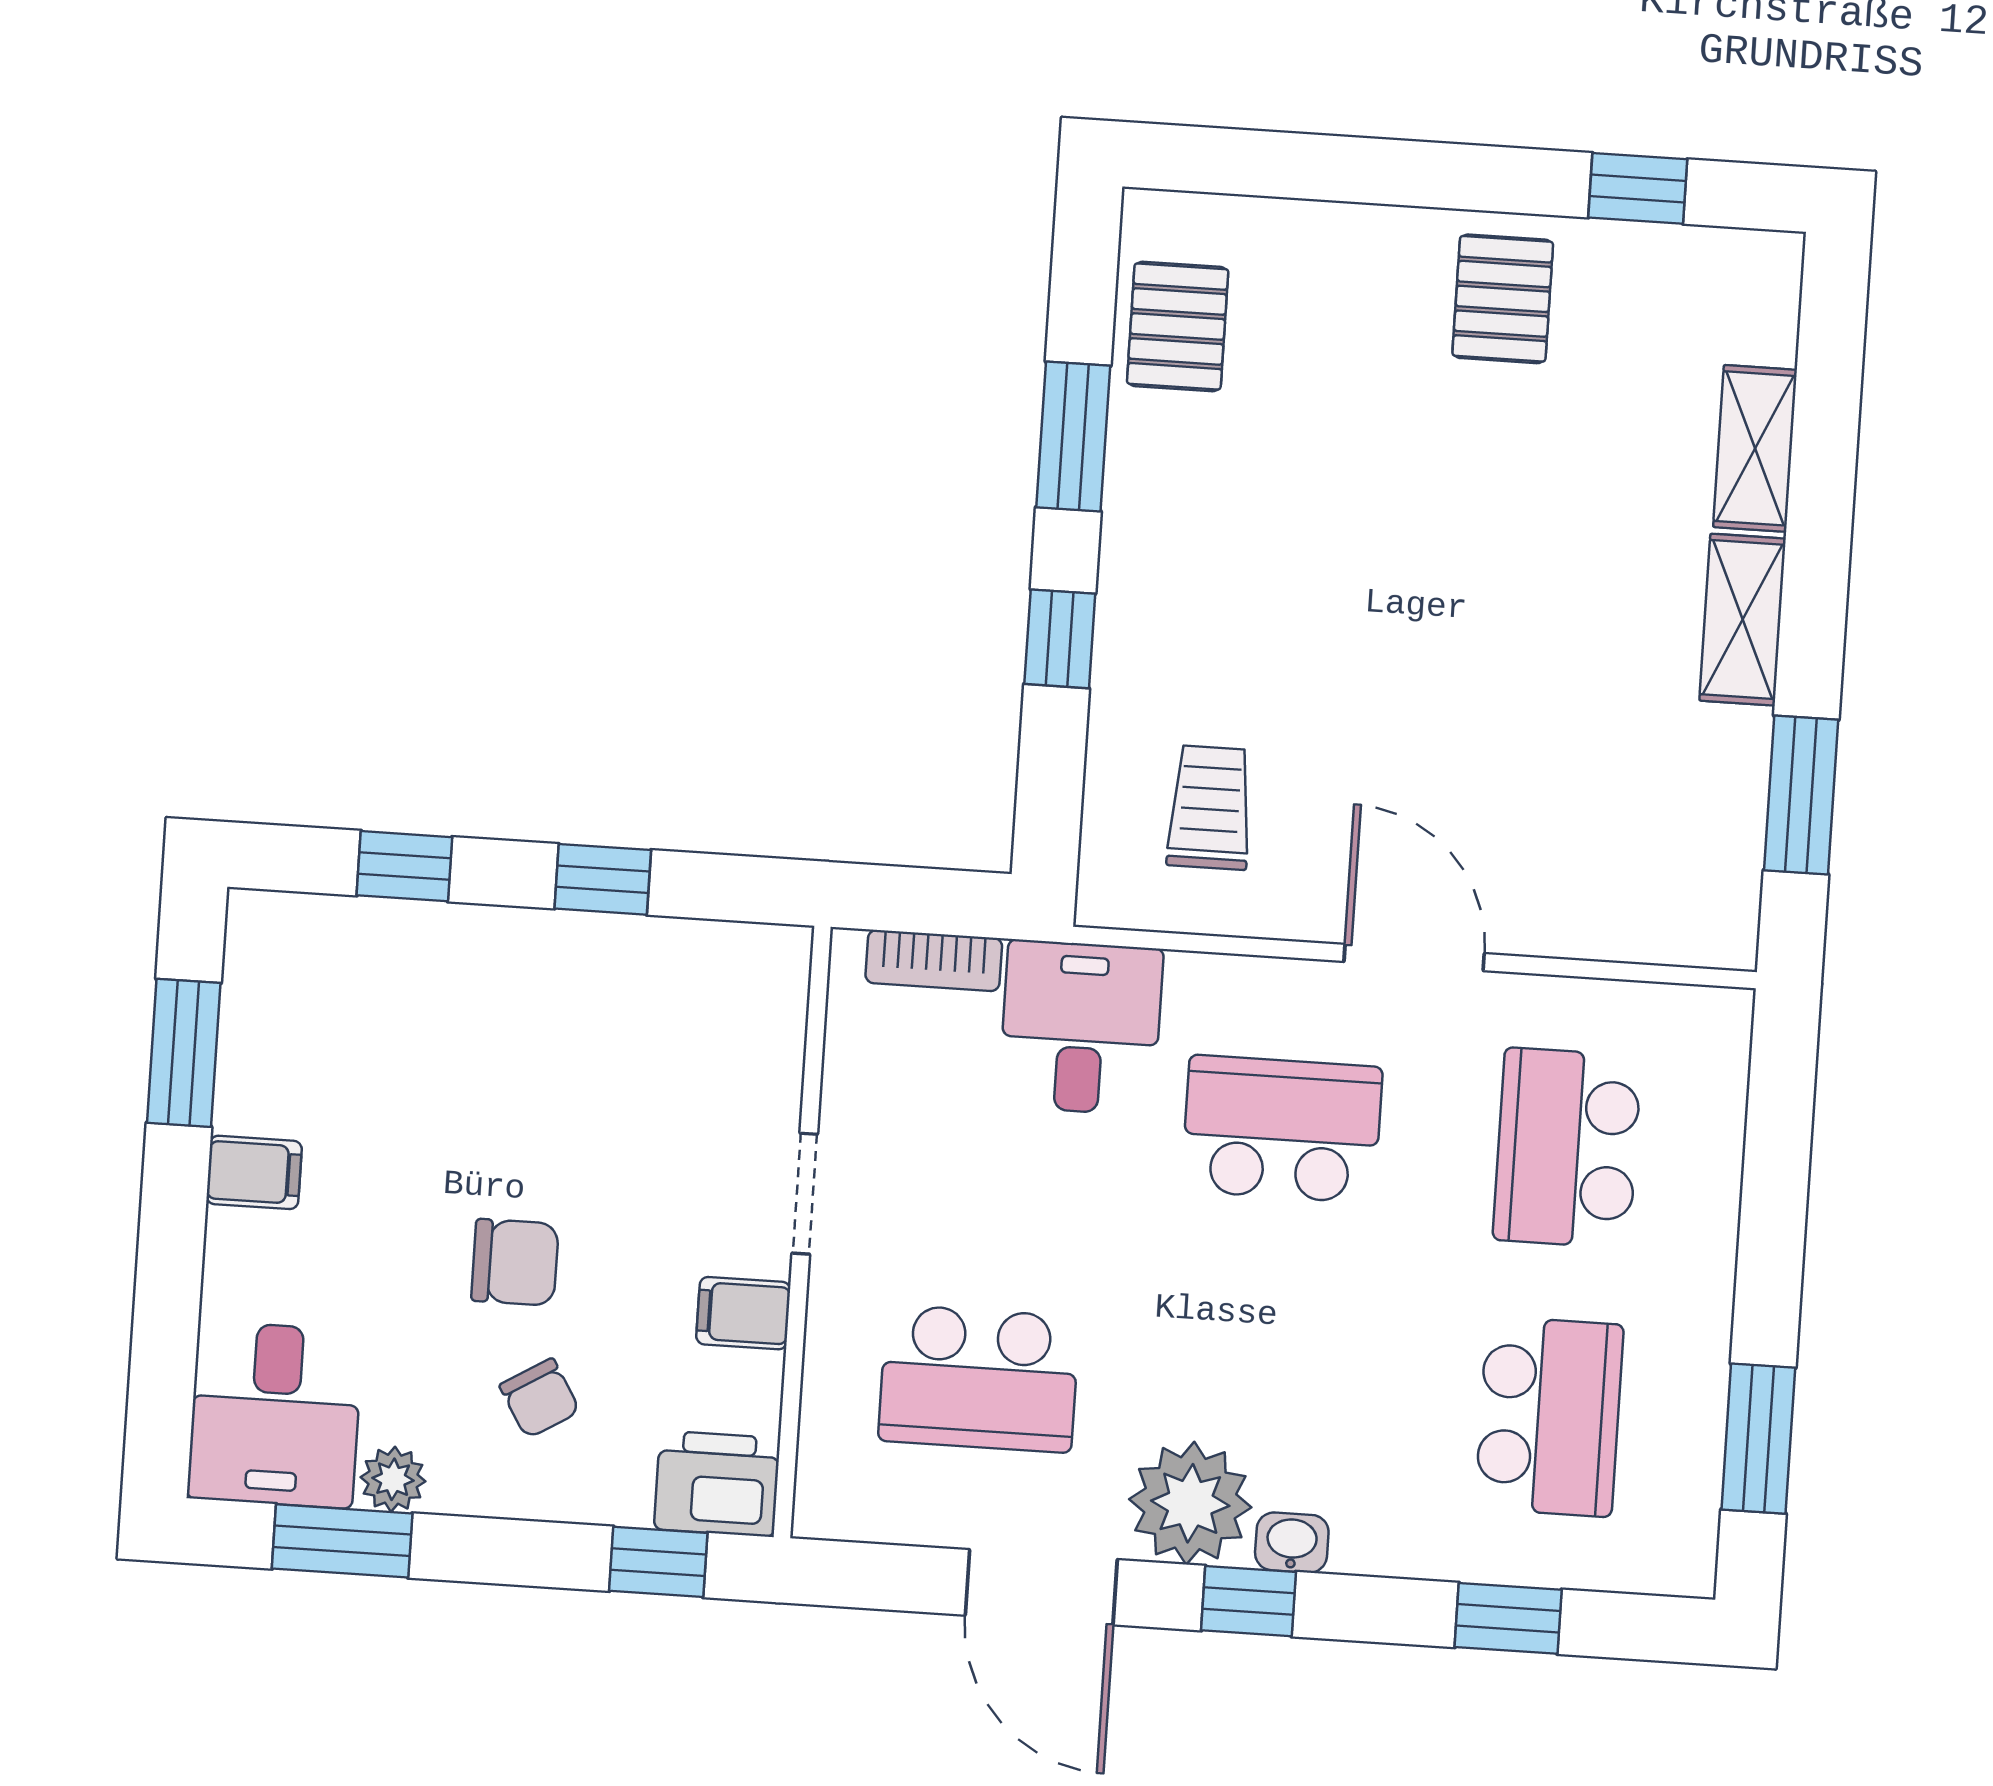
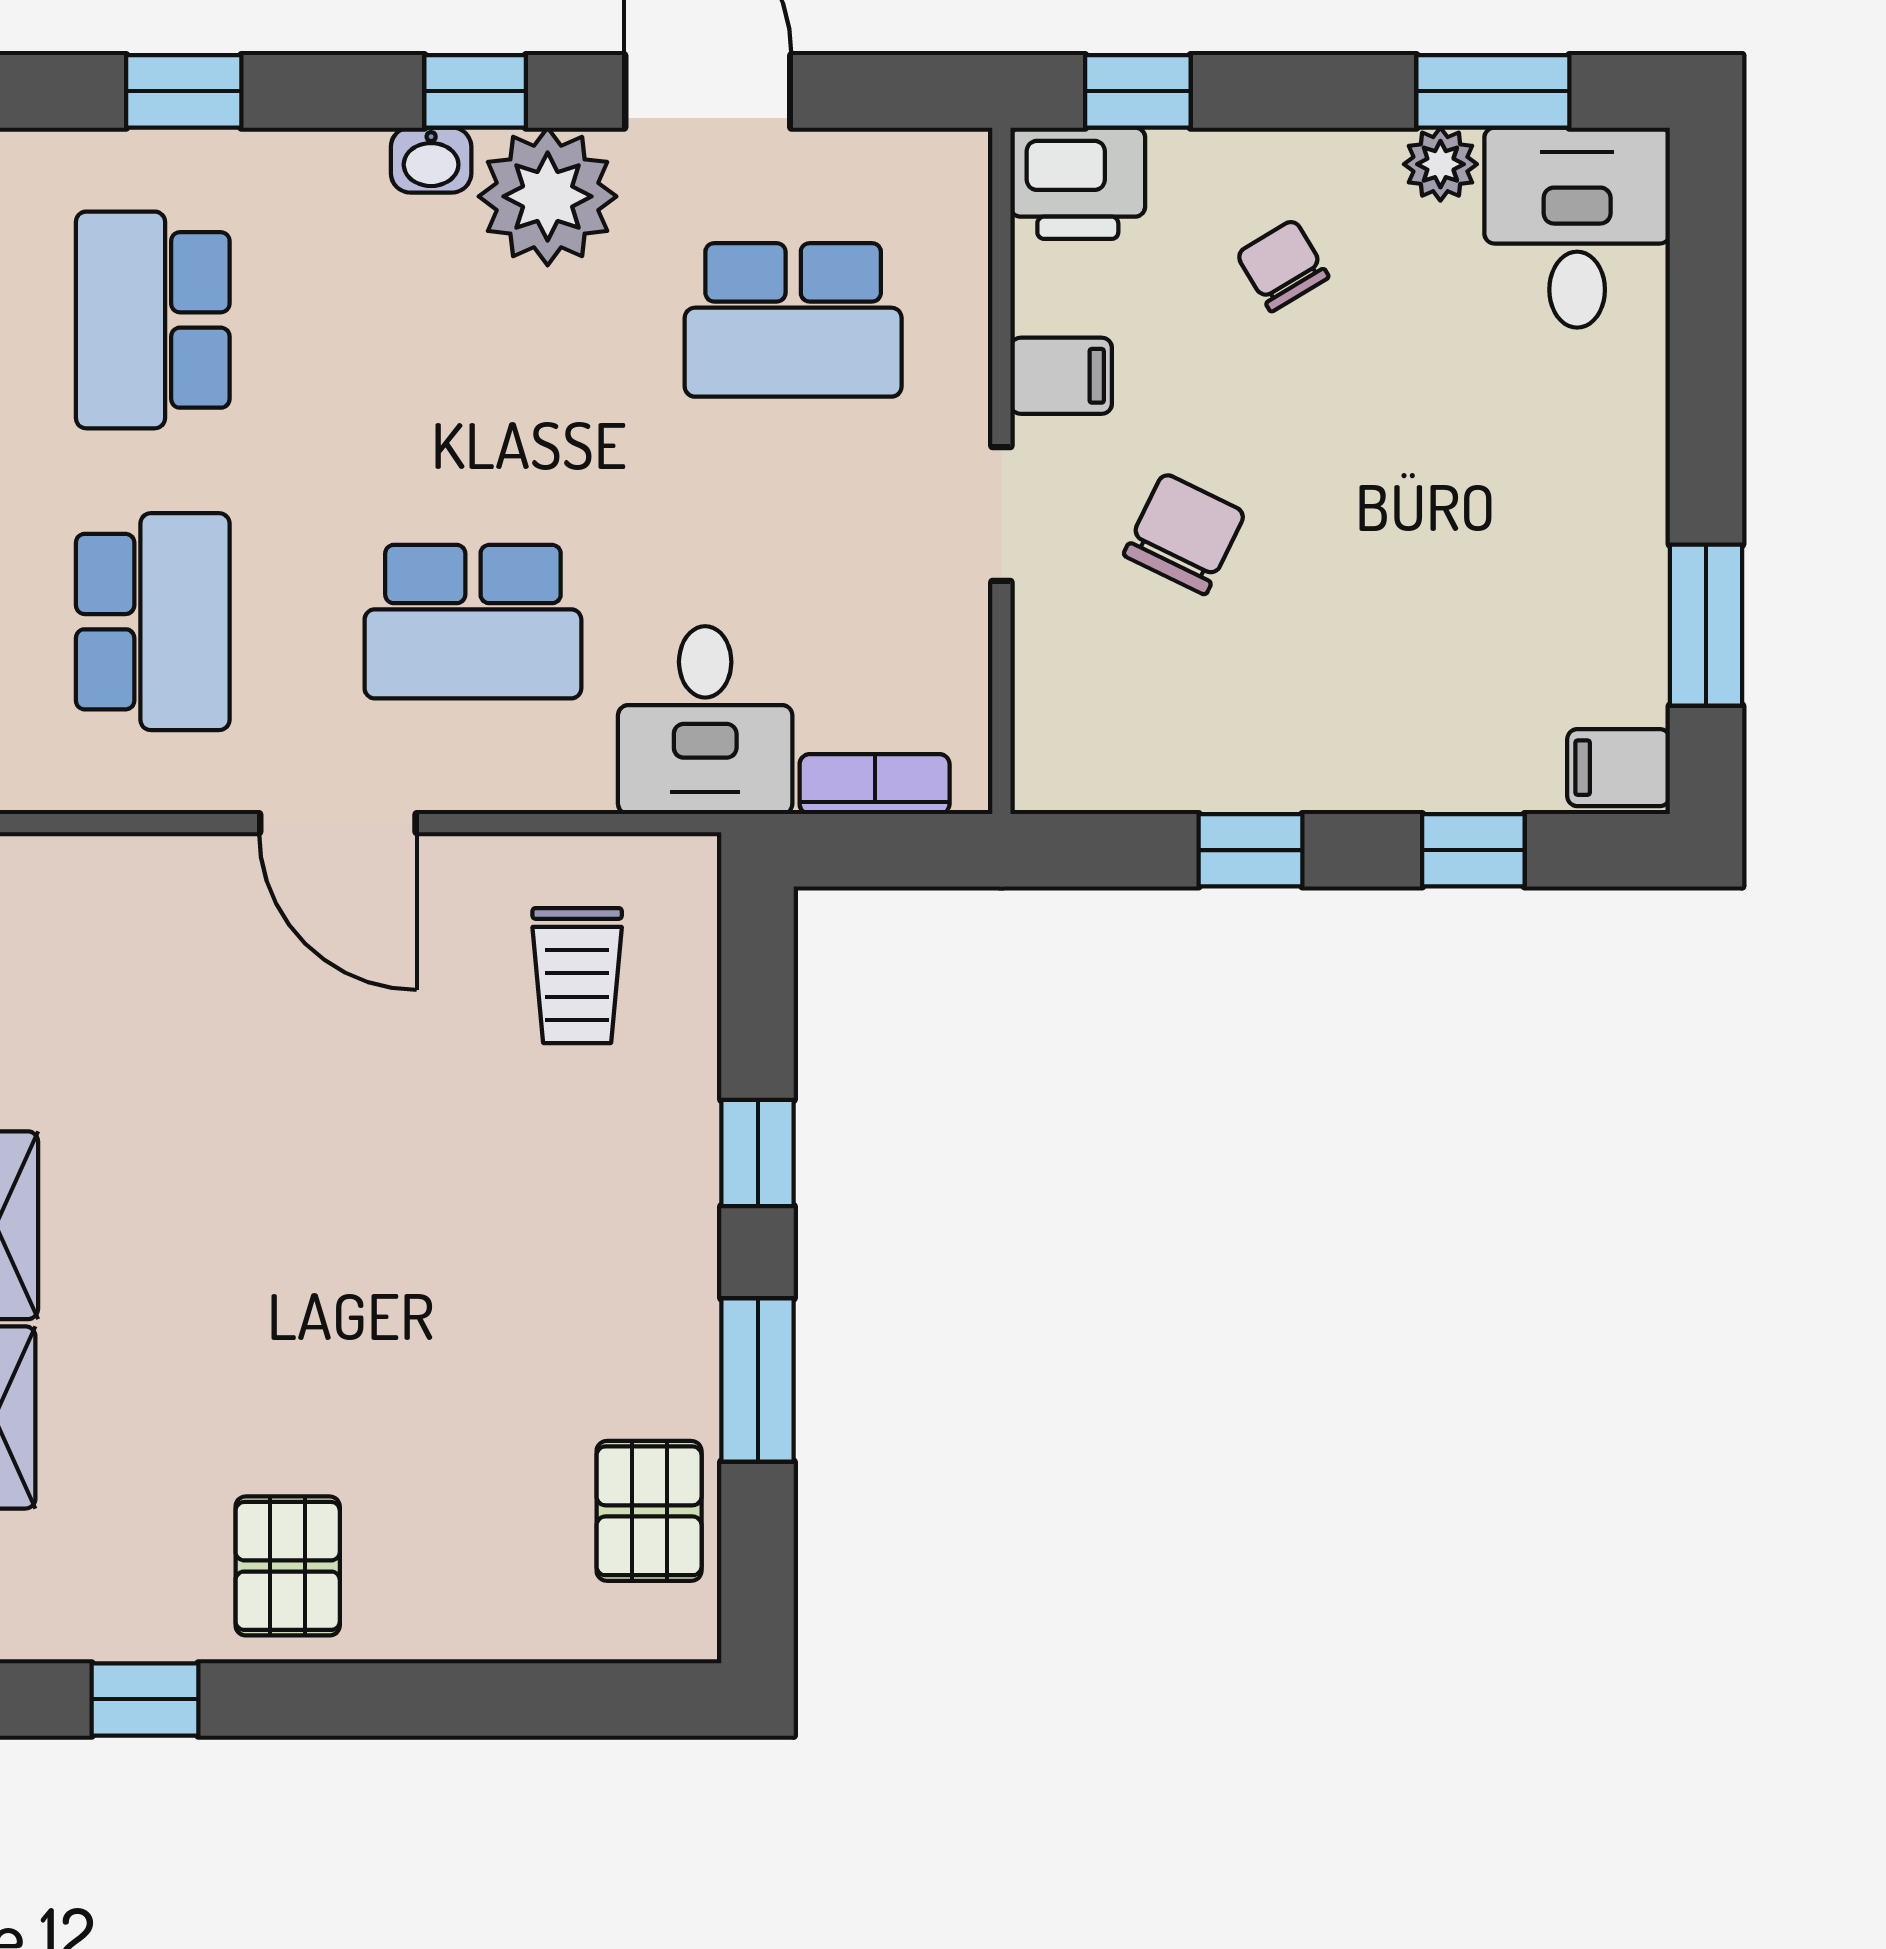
filing cabinet: (254, 1172) -> (1619, 768), moved
chair: (515, 1262) -> (1184, 534), moved, turned 116
school desk: (979, 1379) -> (793, 320), turned 180

